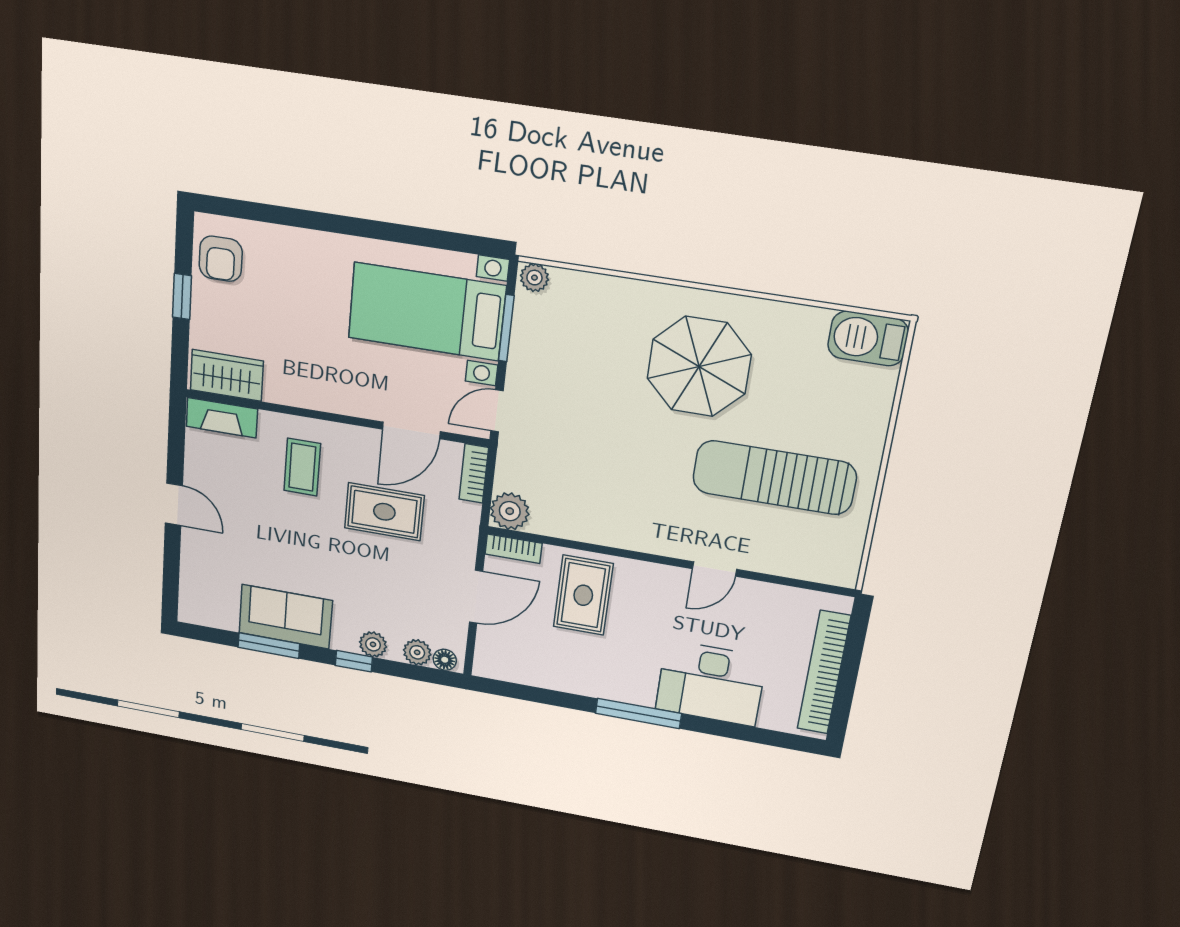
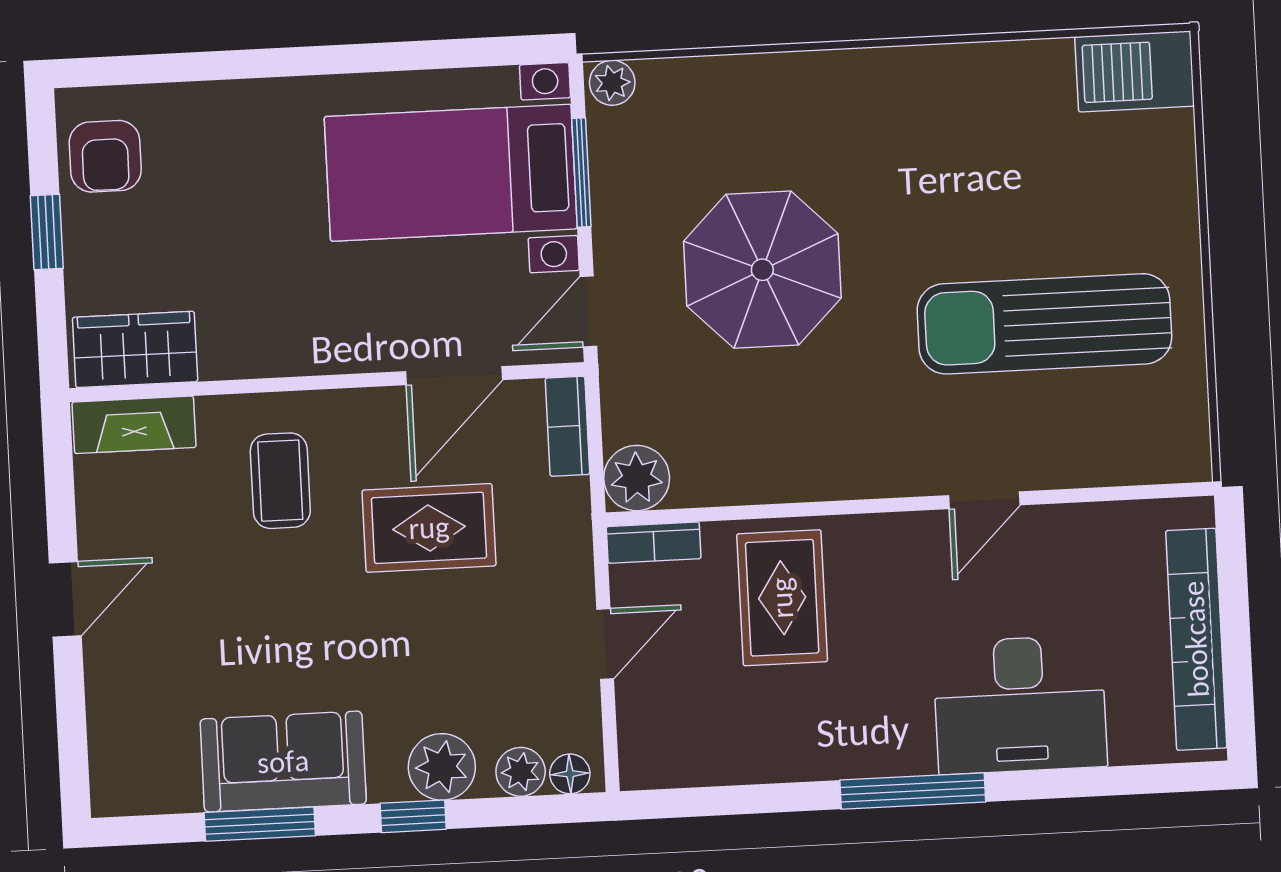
parasol: (699, 367) -> (762, 270), moved
door: (174, 504) -> (65, 599), hinge flipped
door: (476, 597) -> (605, 644), width x0.73
plant: (373, 644) -> (442, 767), width x1.38, depth x1.38

